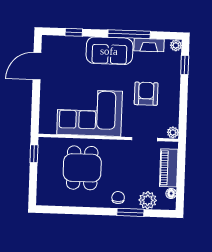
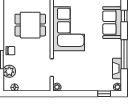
sofa: (109, 51) -> (112, 23), moved
armchair: (146, 94) -> (83, 68), removed
piano: (169, 168) -> (32, 85), removed

